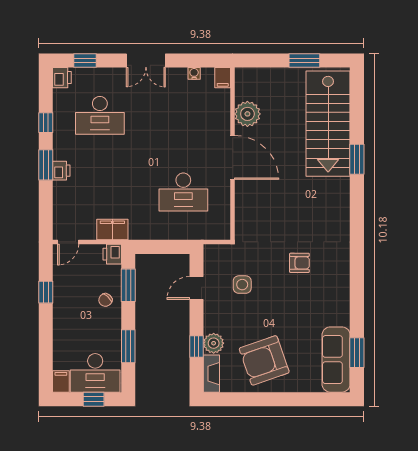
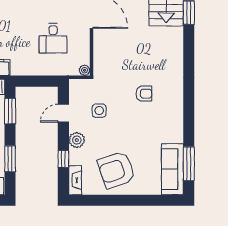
desk: (183, 192) -> (53, 38), width x0.73
plant: (223, 233) -> (84, 70), added
plant: (214, 343) -> (77, 140), moved
window: (357, 353) -> (189, 164), width x1.44

